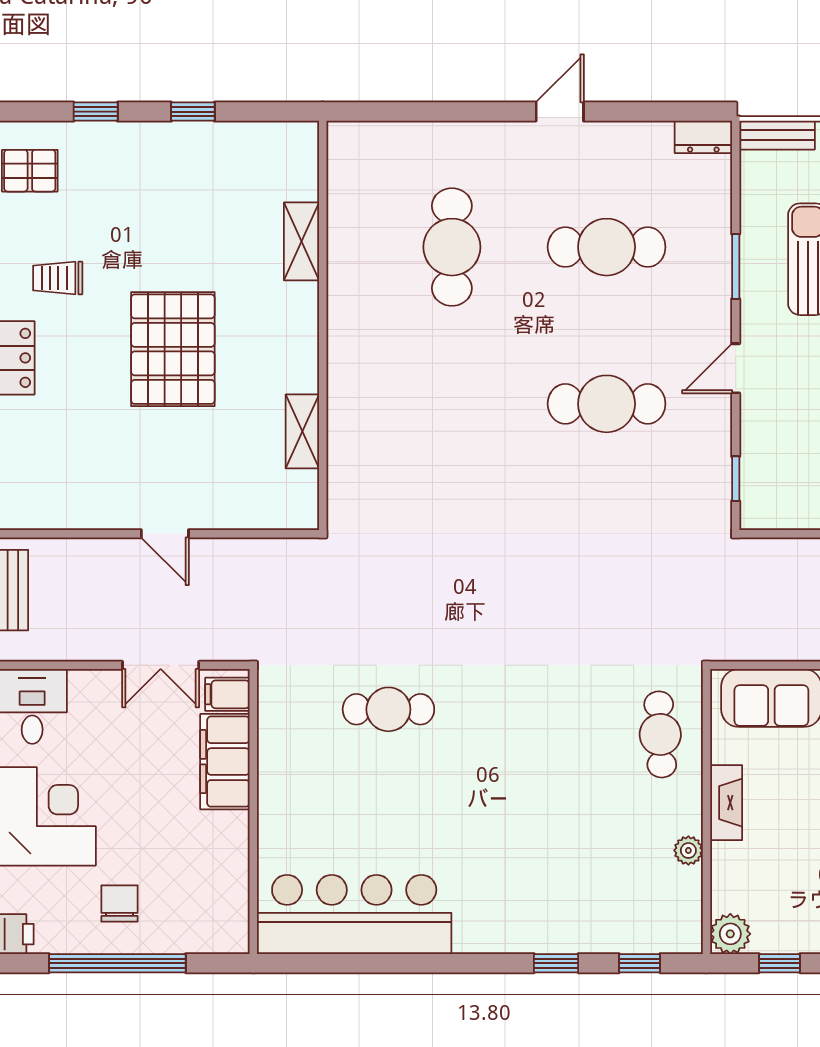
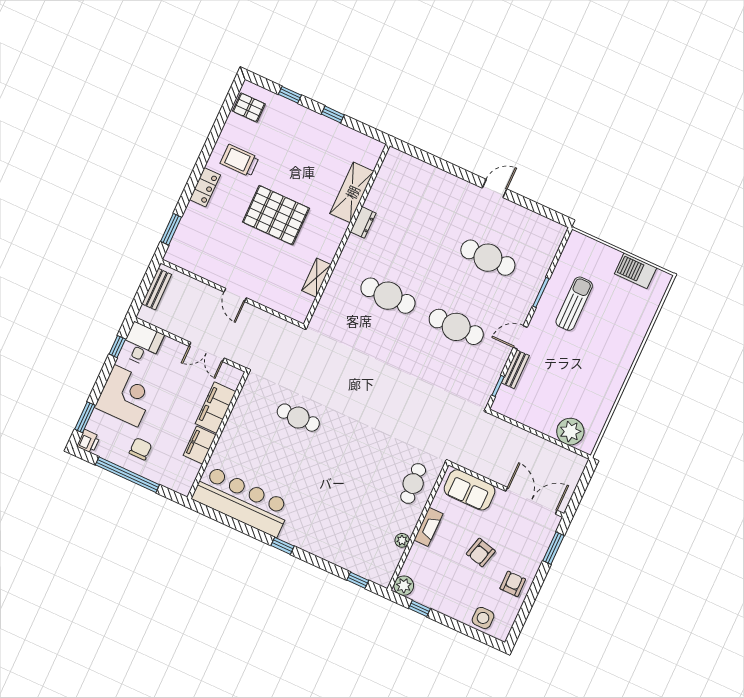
bench: (777, 135) -> (515, 369), moved, turned 90
dresser: (703, 137) -> (363, 222), moved, turned -90
shelving: (301, 241) -> (352, 192), width x1.50, depth x1.33
cafe table: (452, 247) -> (388, 296), moved, turned 90
trolley: (58, 278) -> (239, 160), width x1.36, depth x1.39
pallet: (173, 349) -> (276, 215), turned 90
filing cabinet: (227, 694) -> (200, 445), moved, width x2.00
window: (556, 963) -> (283, 546), moved

